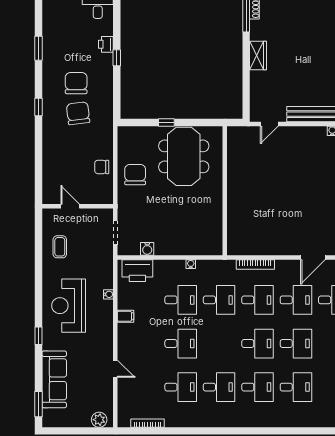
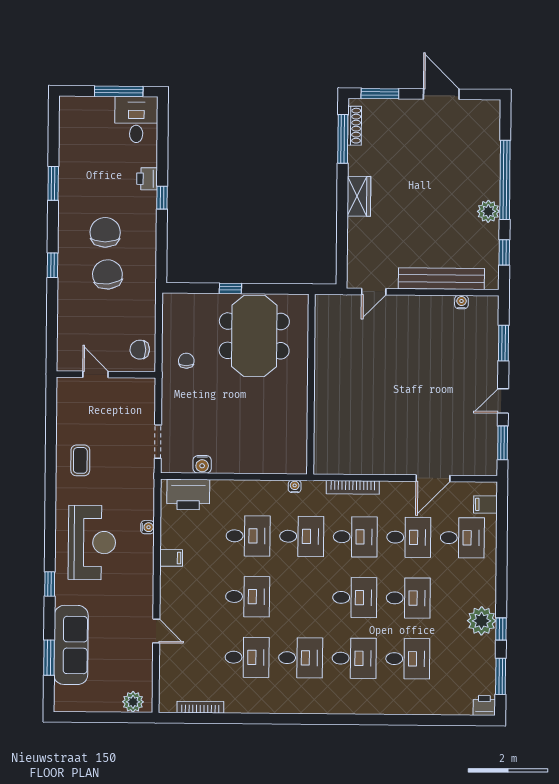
chair: (135, 175) -> (186, 361), width x0.54, depth x0.54
door: (70, 206) -> (96, 374), moved
wall: (78, 206) -> (106, 374), moved
water cooler: (191, 264) -> (295, 486), moved
reception desk: (69, 306) -> (92, 542), turned 180
window: (39, 404) -> (49, 658), moved

